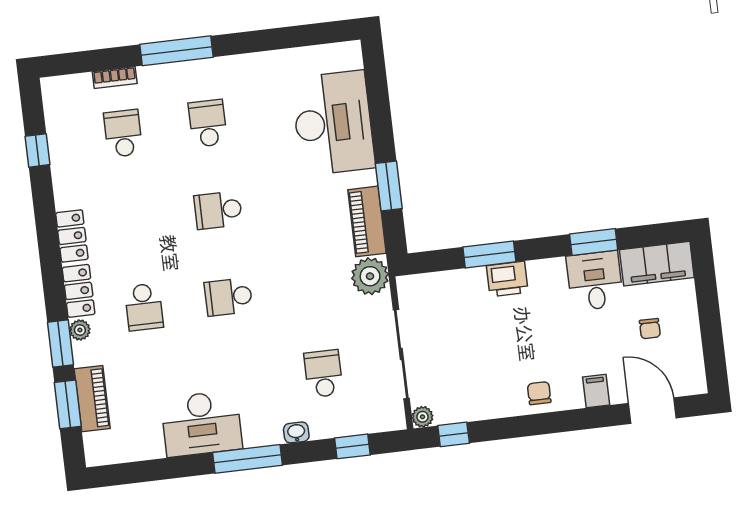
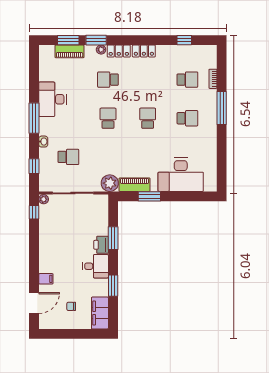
desk: (595, 281) -> (96, 266), moved
chair: (539, 393) -> (48, 253), removed

